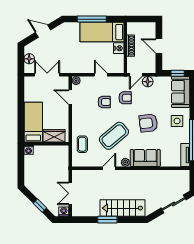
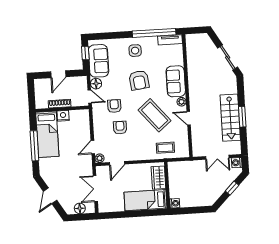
door: (101, 75) -> (93, 147), moved
sofa: (181, 92) -> (99, 61), moved, turned -90
sliding door: (174, 204) -> (228, 58), moved
stairs: (123, 208) -> (230, 118), moved

